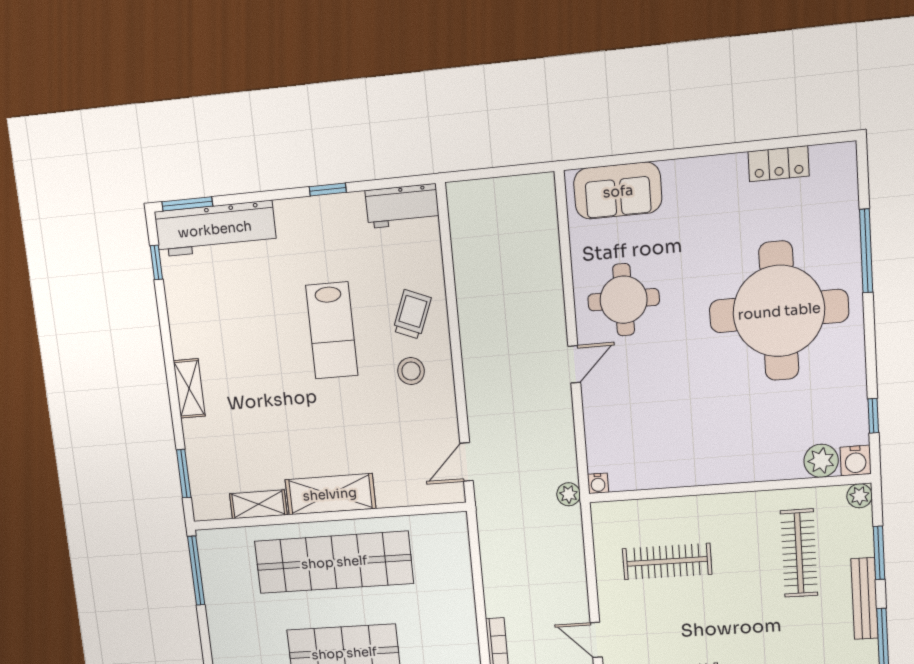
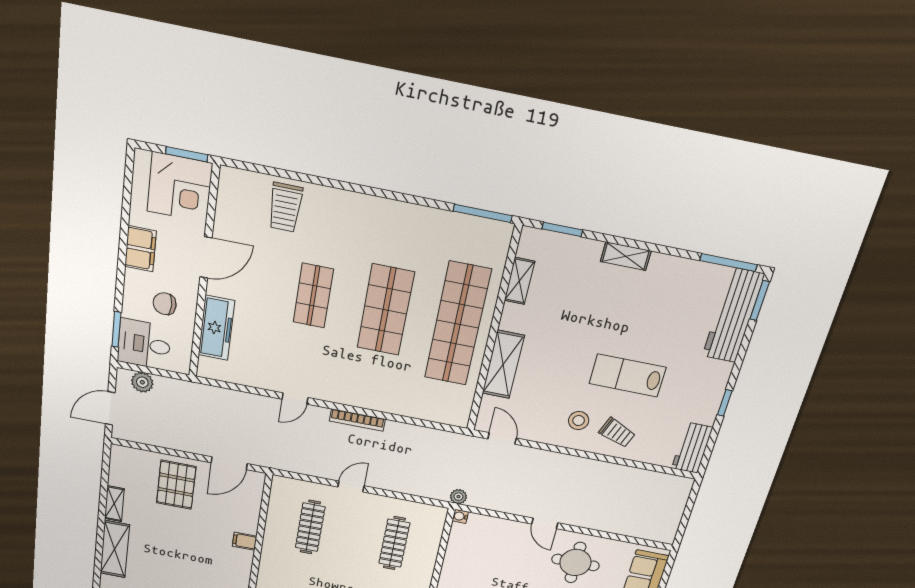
window: (156, 262) -> (728, 263), width x2.17
shelving: (330, 494) -> (503, 364), moved

